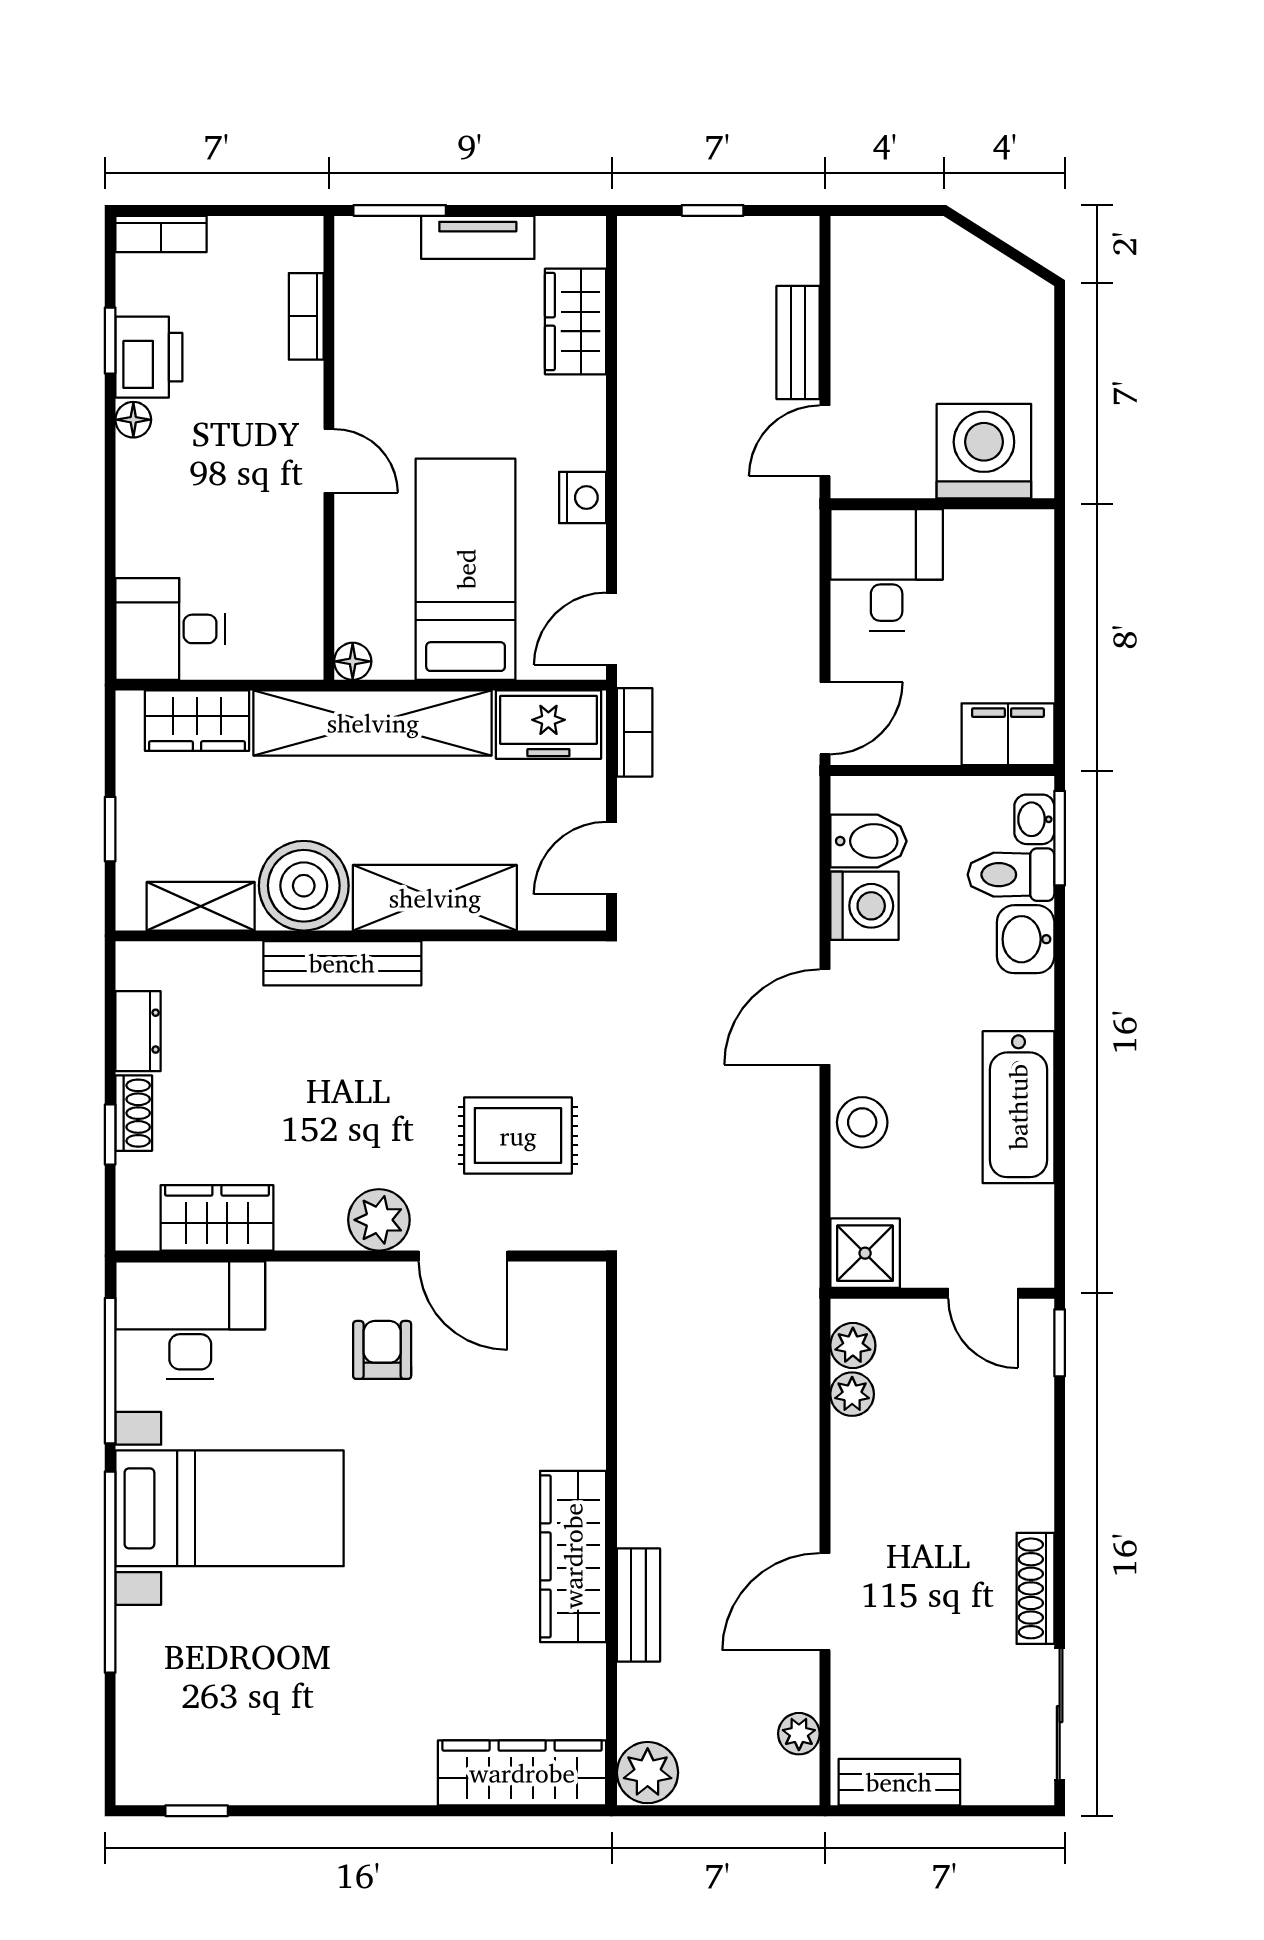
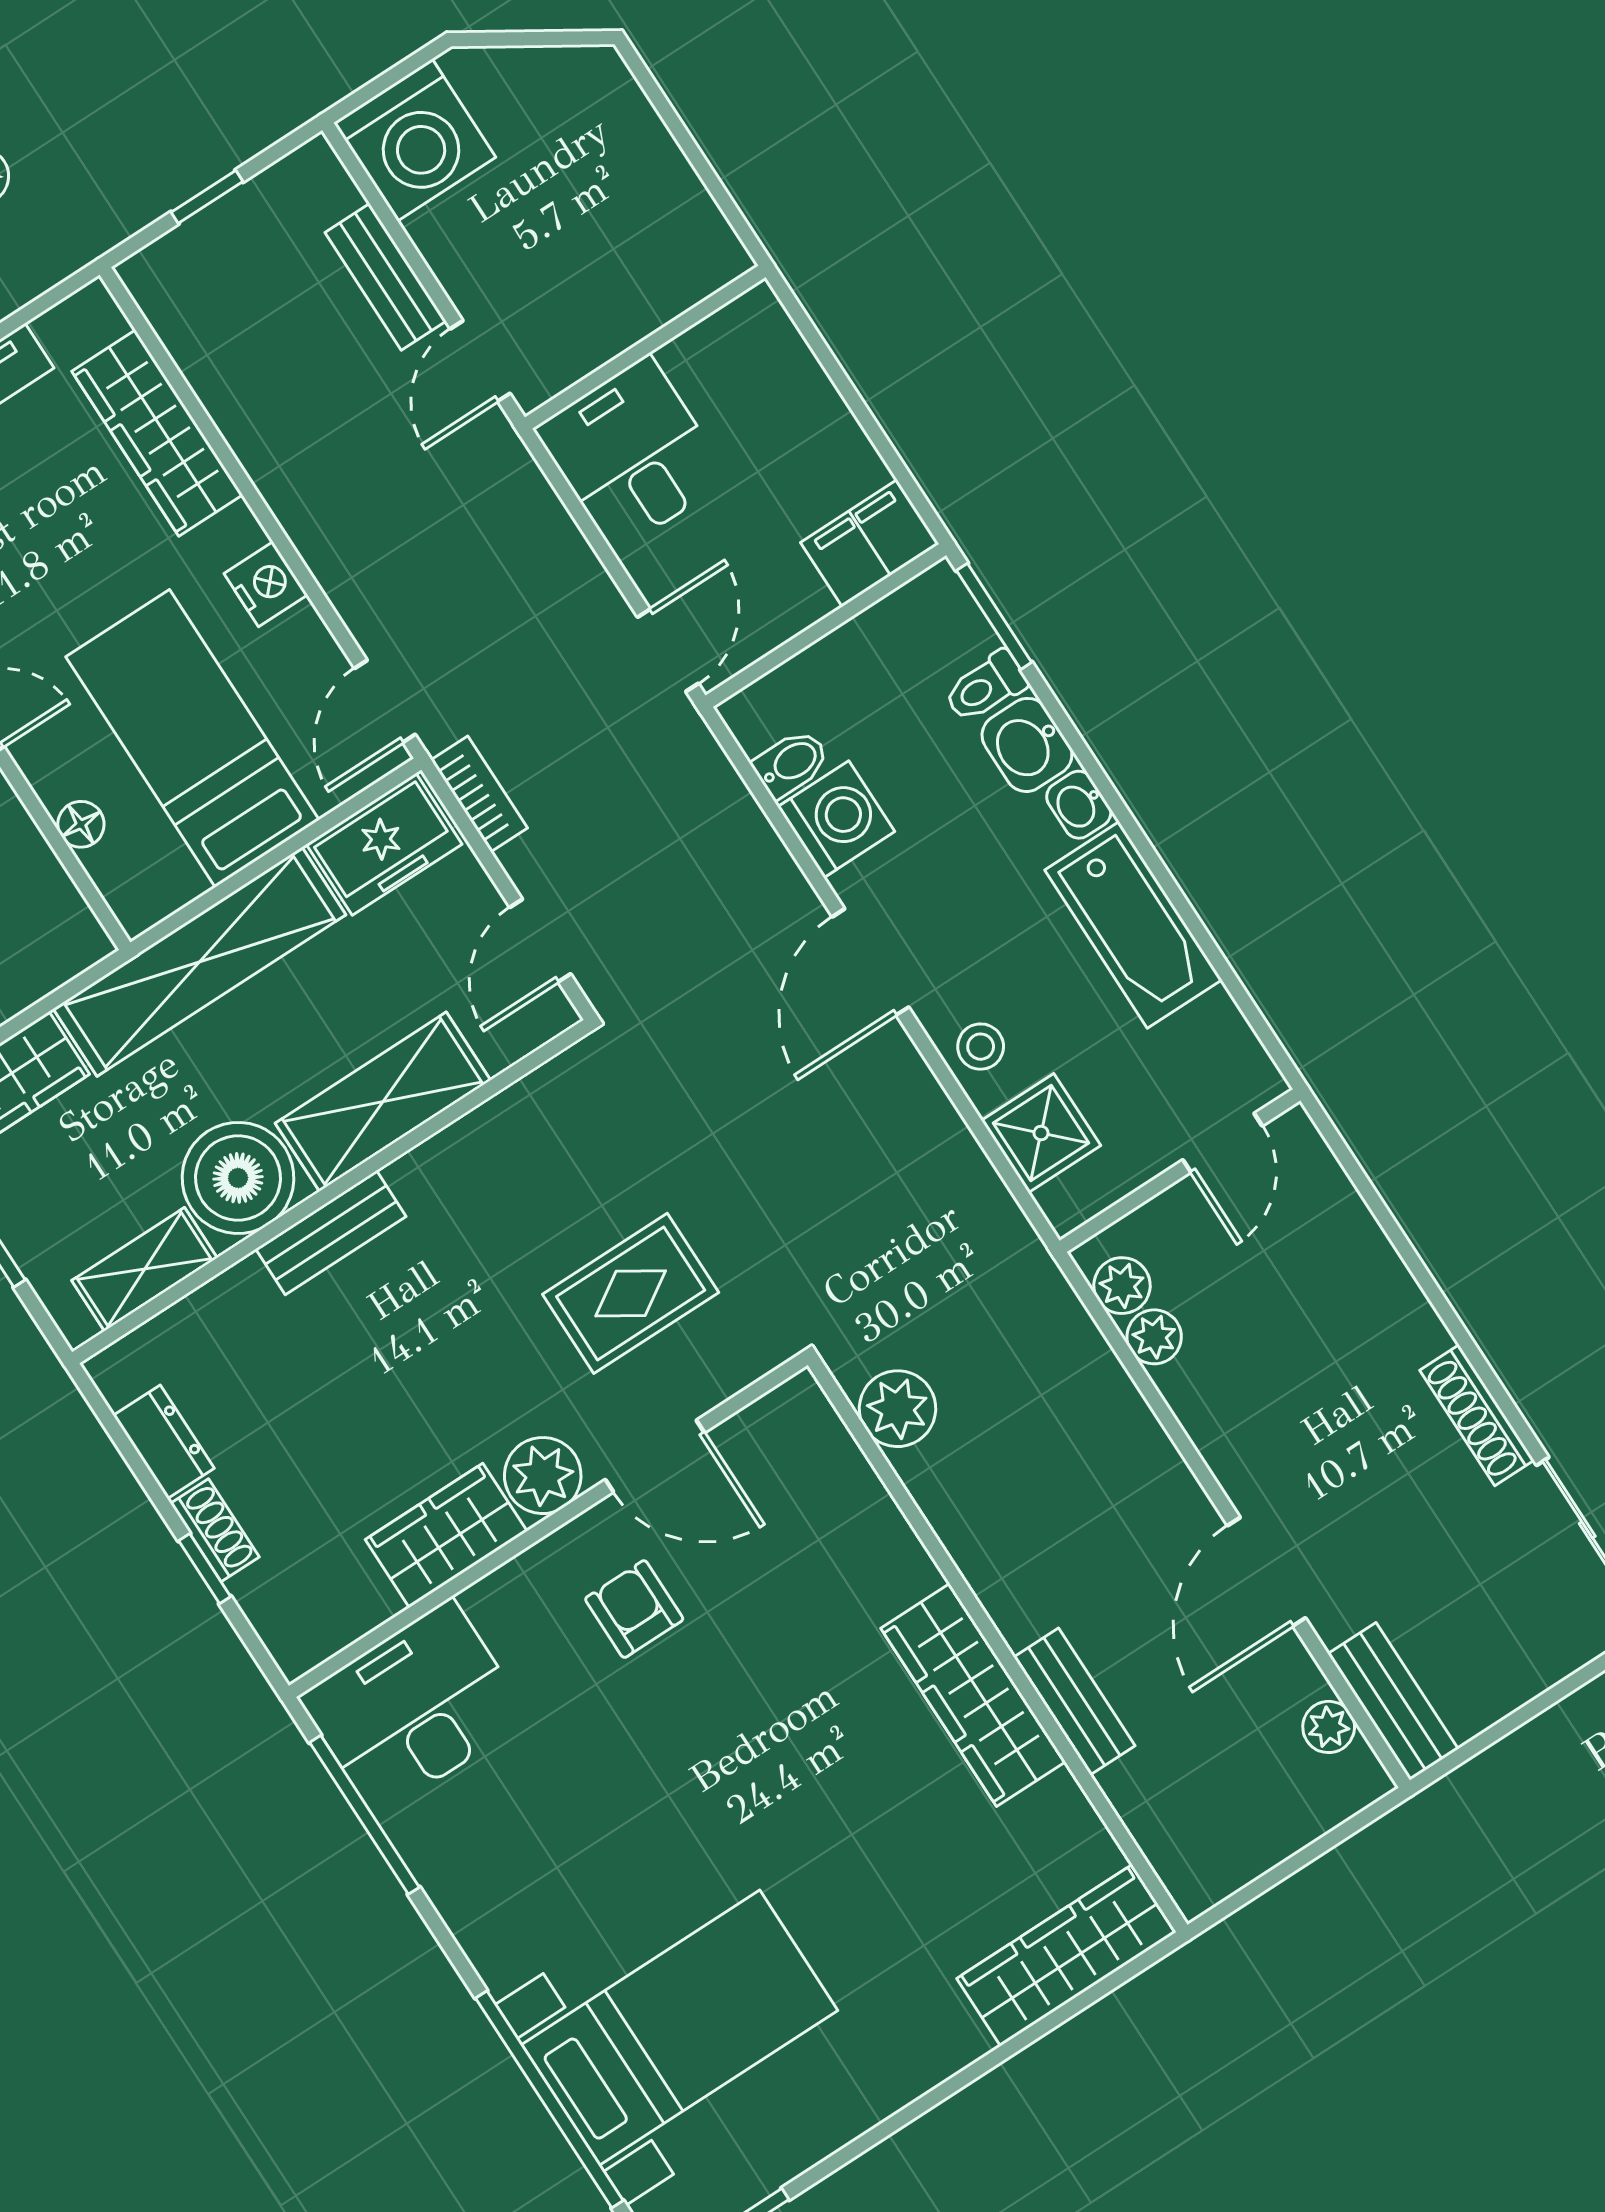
wardrobe: (576, 322) -> (157, 433), width x1.50
washing machine: (984, 451) -> (415, 140), moved, turned 180
floor lamp: (353, 661) -> (81, 824), moved
washbasin: (1034, 819) -> (1079, 805), moved
bidet: (868, 841) -> (791, 763), width x0.72, depth x0.74
toilet: (1011, 875) -> (985, 687), width x0.73, depth x0.72
bench: (342, 963) -> (331, 1233), width x0.73
stool: (862, 1122) -> (981, 1047), width x0.73, depth x0.73
wardrobe: (217, 1218) -> (446, 1535), moved
shower: (865, 1253) -> (1041, 1133), moved
door: (983, 1293) -> (1223, 1143), hinge flipped
window: (1060, 1343) -> (1336, 1143), removed
bed with nightstands: (230, 1508) -> (680, 2027), moved
window: (110, 1572) -> (549, 2099), moved
plant: (648, 1773) -> (898, 1409), moved
bench: (899, 1782) -> (1393, 1701), moved, turned 90

